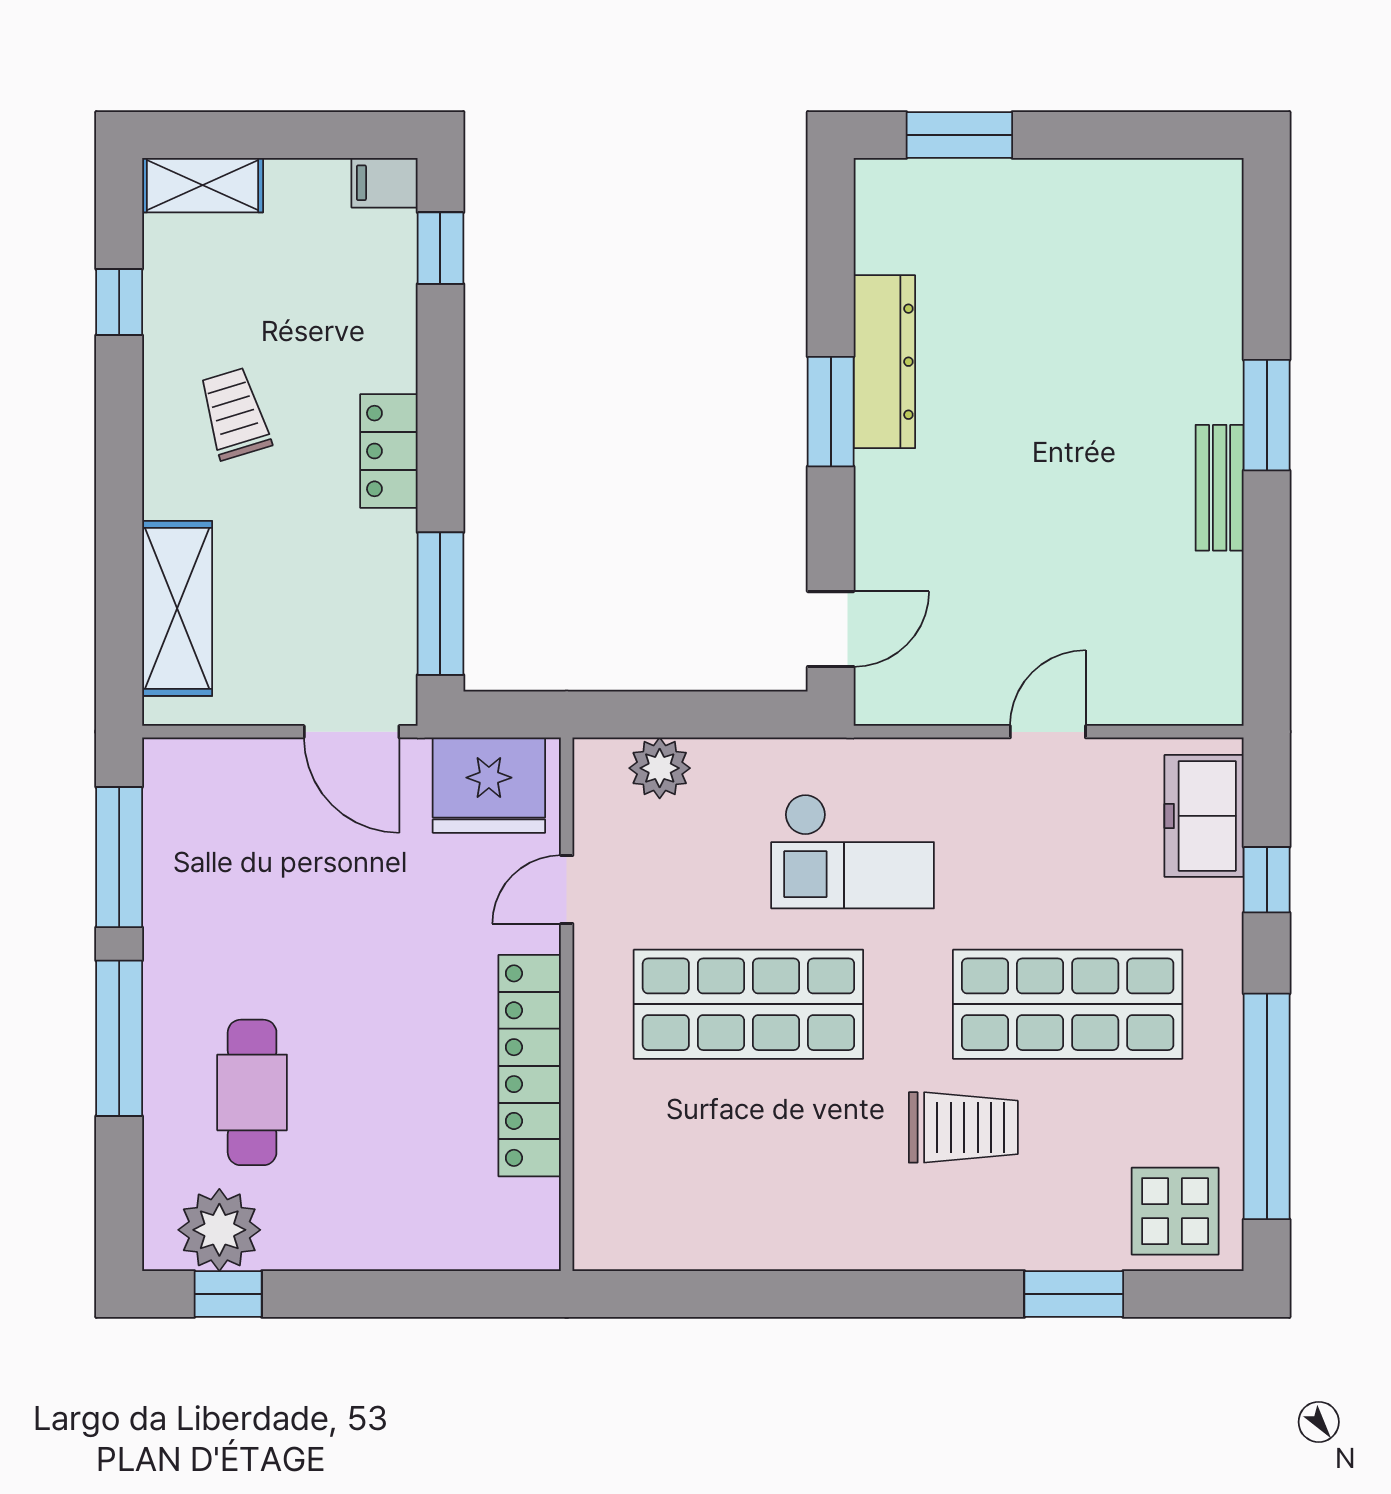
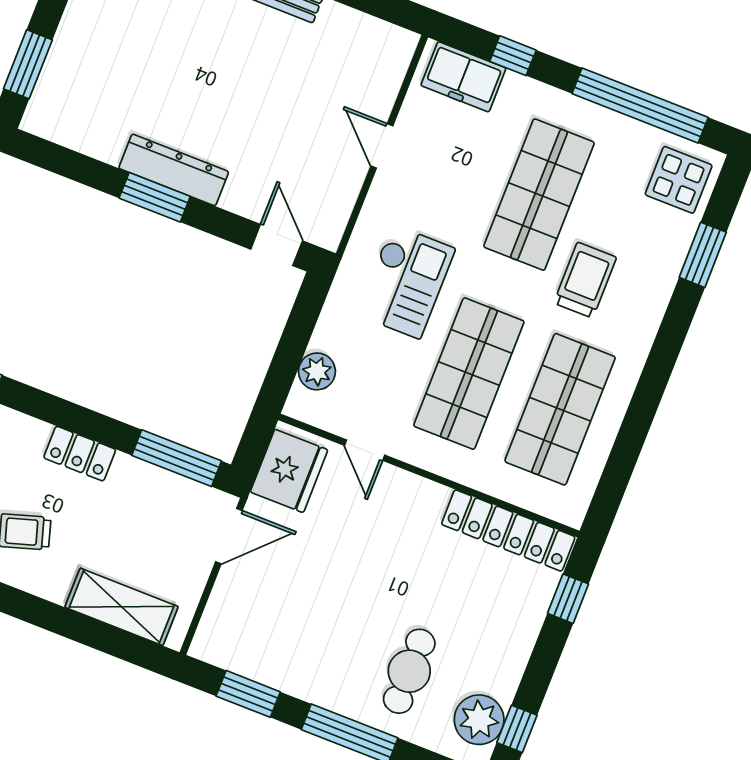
dresser: (884, 362) -> (174, 170), moved
window: (119, 857) -> (248, 694), width x0.69
locker: (530, 1066) -> (508, 530), moved
cafe table: (252, 1092) -> (409, 671), turned 90
shop shelf: (748, 1167) -> (560, 409), added
window: (460, 1294) -> (568, 599), added

